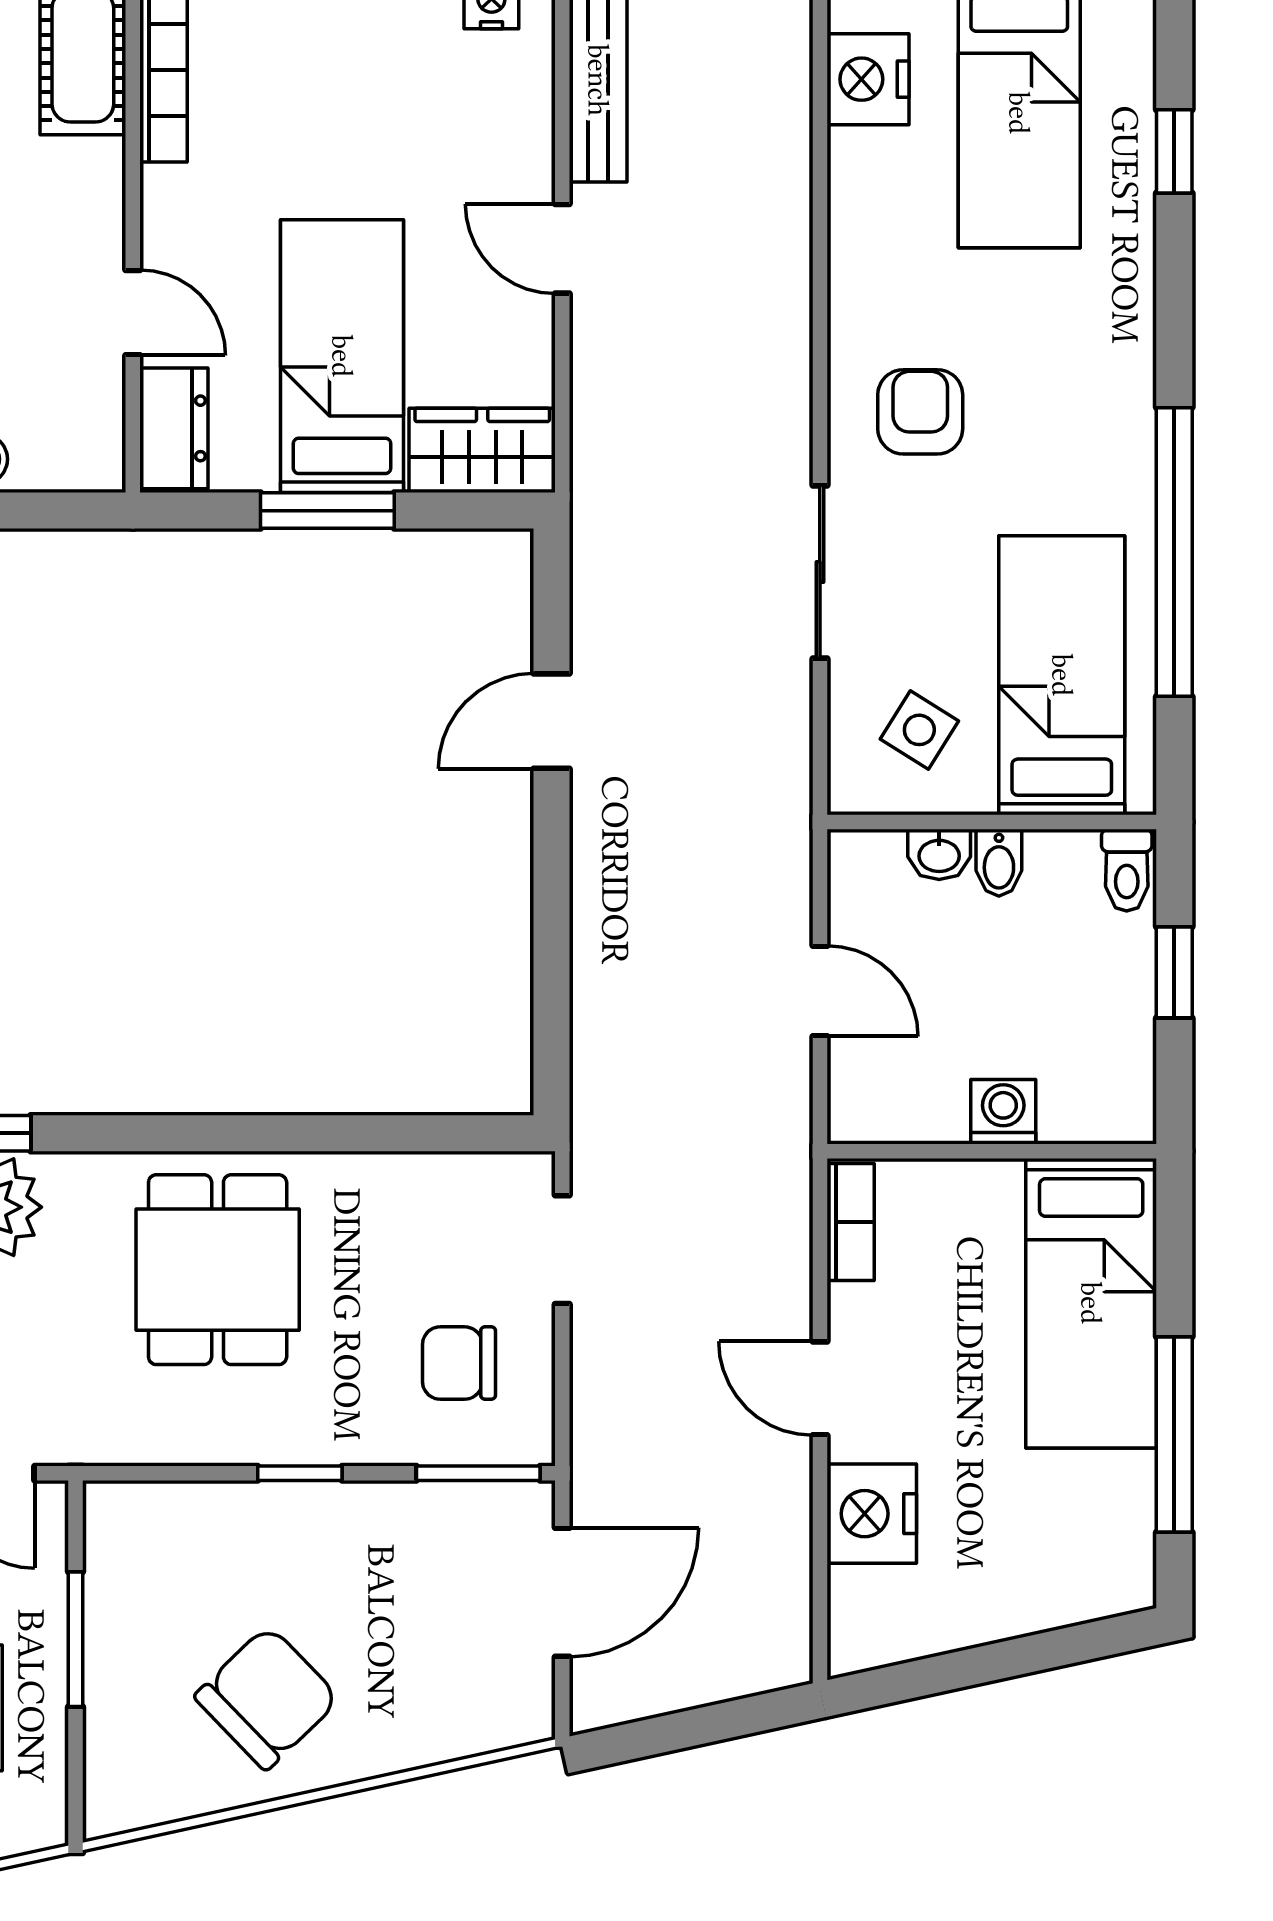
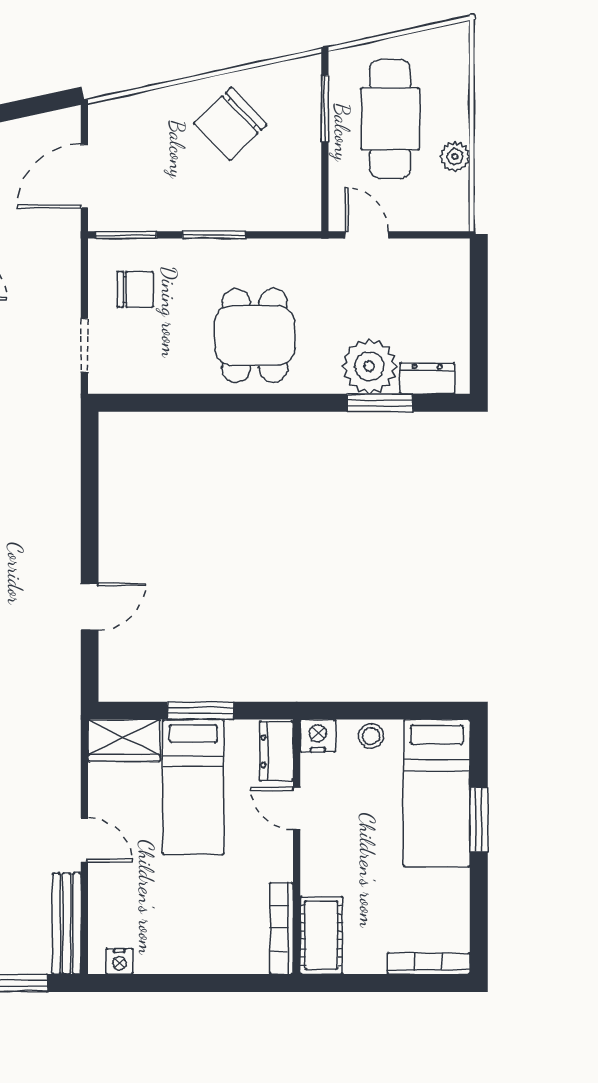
nightstand: (90, 460) -> (318, 736), added
window: (300, 1473) -> (214, 235), width x1.50
window: (76, 1639) -> (325, 108), moved

